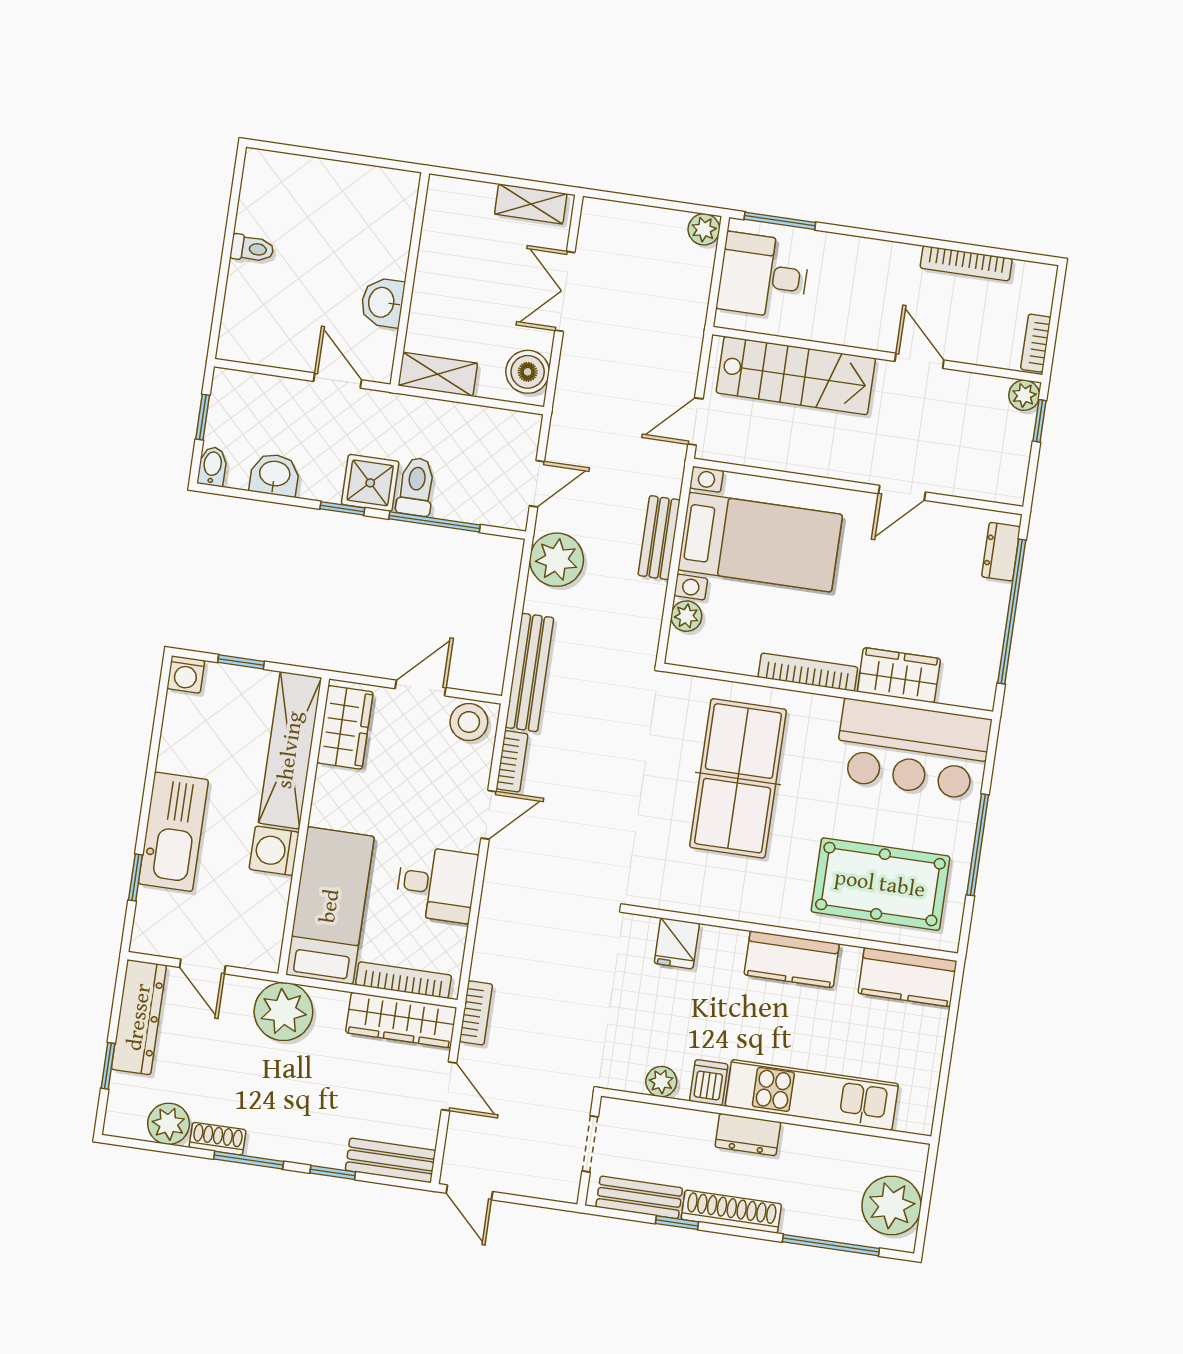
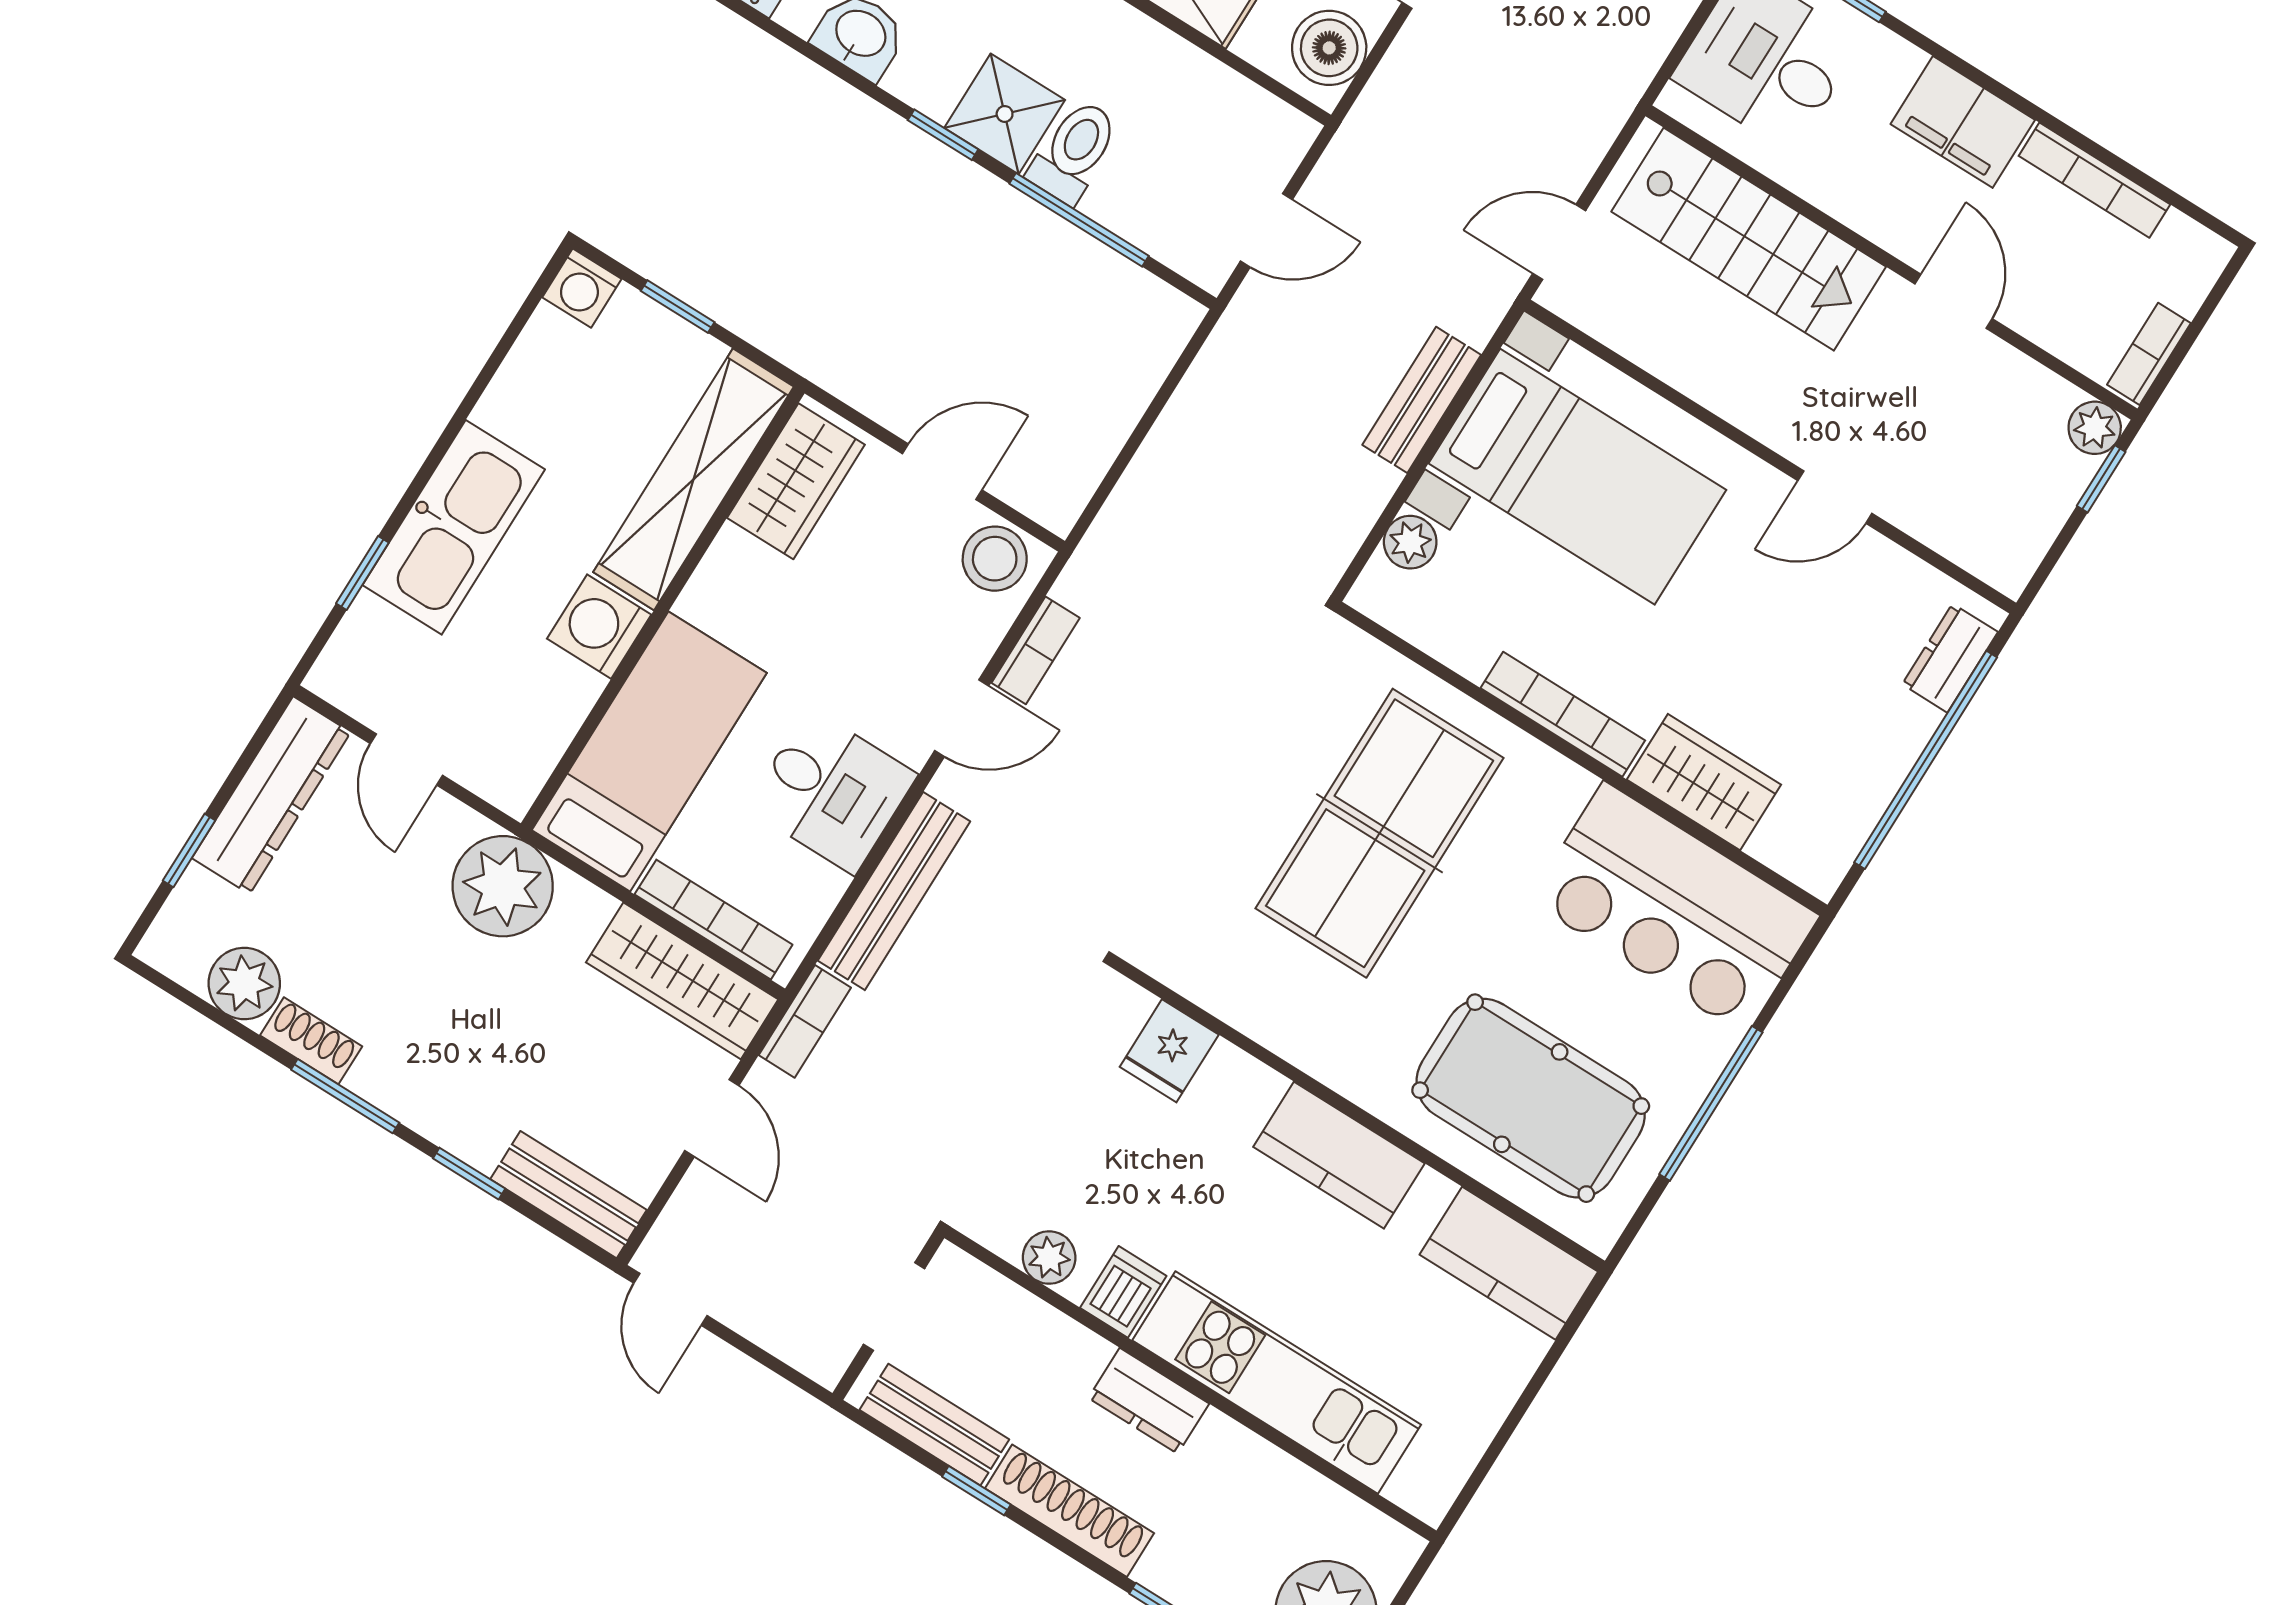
filing cabinet: (882, 263) -> (1963, 122), added
plant: (557, 560) -> (1245, 364), removed
bench: (529, 672) -> (894, 891), moved

